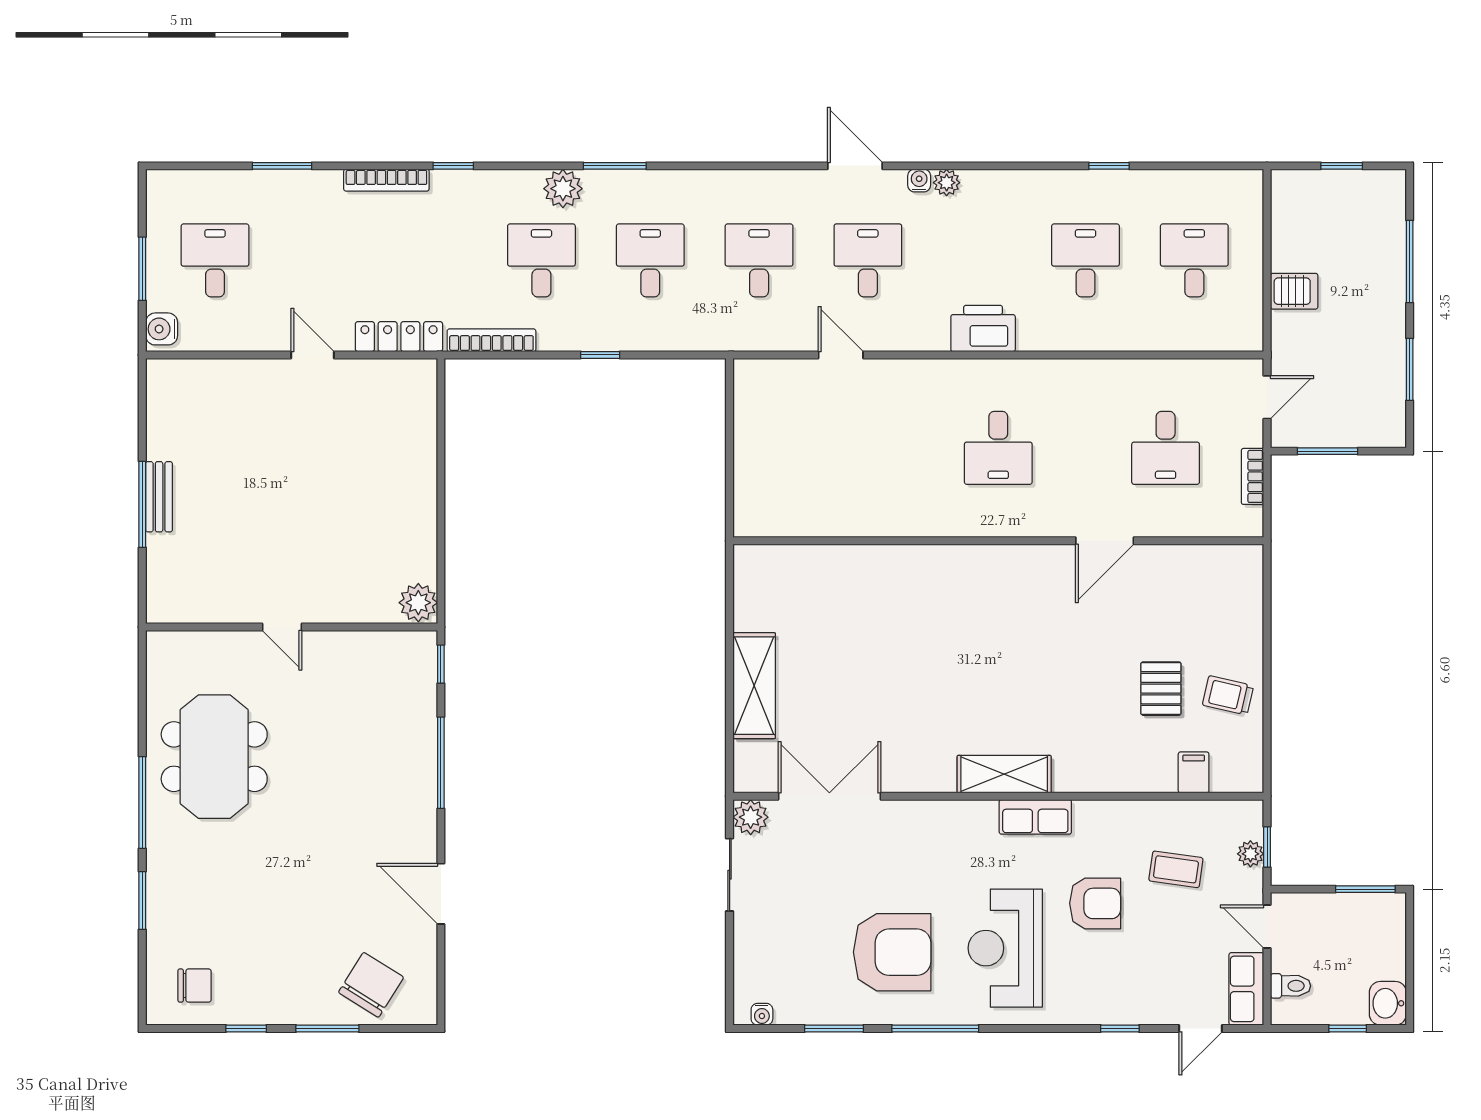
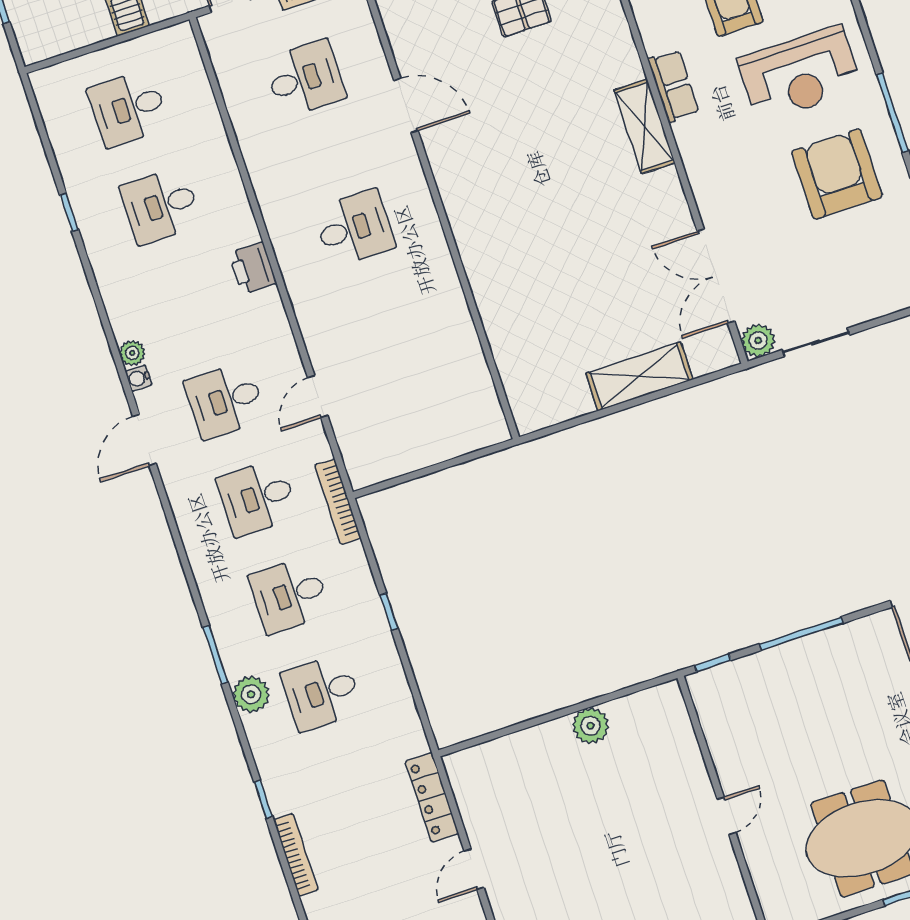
printer: (983, 328) -> (253, 268), width x0.73, depth x0.84
bookcase: (491, 340) -> (338, 502), moved
plant: (418, 603) -> (591, 726), moved

